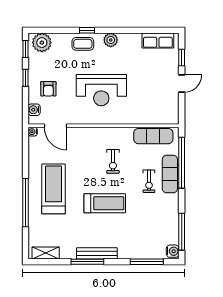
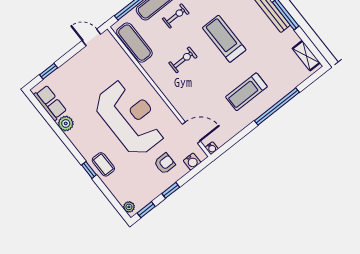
plant: (111, 40) -> (66, 123), moved
plant: (42, 43) -> (129, 207), width x0.53, depth x0.53
door: (182, 83) -> (91, 37), moved
reception desk: (101, 90) -> (130, 118), width x1.36, depth x1.30
door: (55, 126) -> (191, 133), hinge flipped
treadmill: (54, 189) -> (246, 92), width x0.73, depth x0.73

